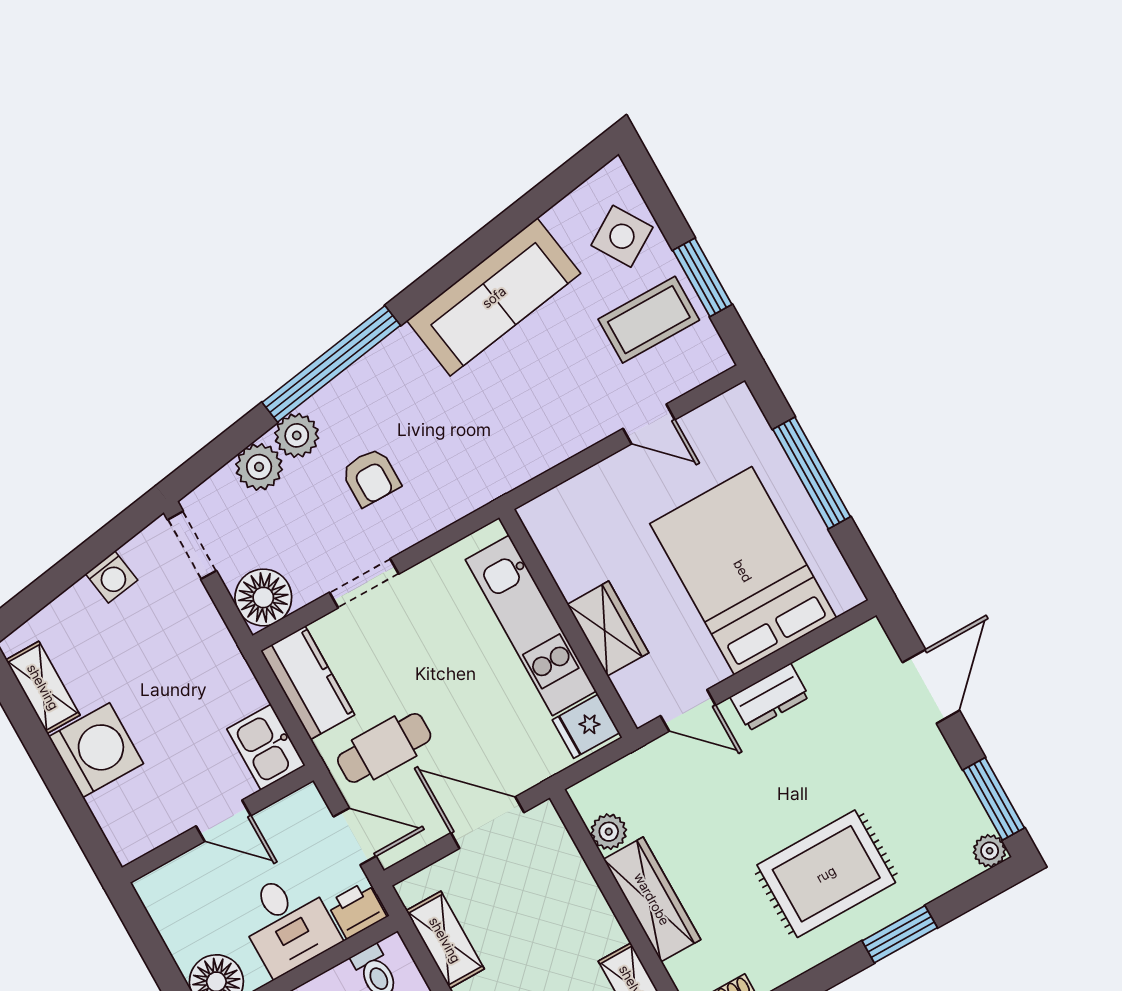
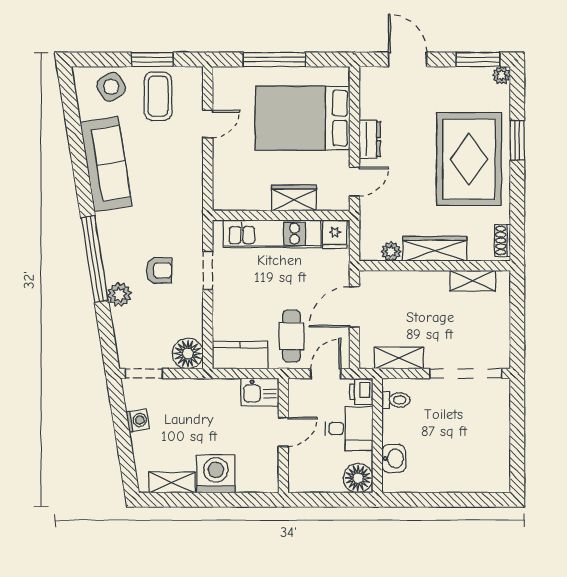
plant: (259, 467) -> (124, 321), removed
doorway: (364, 583) -> (208, 270), moved
rug: (826, 874) -> (469, 159), width x1.37, depth x1.44

